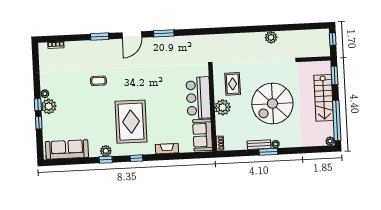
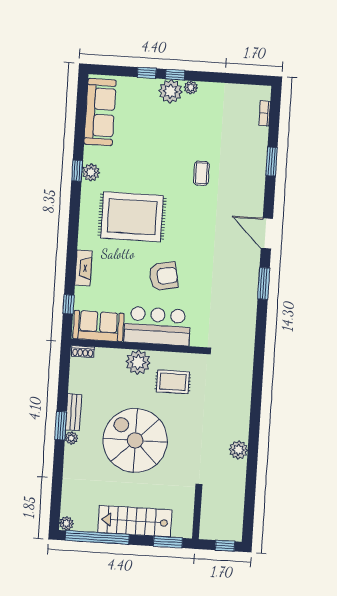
window: (100, 37) -> (272, 162), moved
armchair: (166, 97) -> (163, 276), added
window: (136, 158) -> (69, 304), moved

